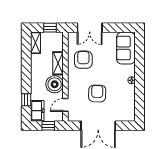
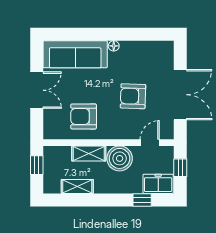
double door: (90, 28) -> (37, 90), moved
shelving: (35, 43) -> (77, 186), moved
sofa: (126, 48) -> (75, 54), width x1.36
door: (65, 105) -> (150, 143), swing flipped

